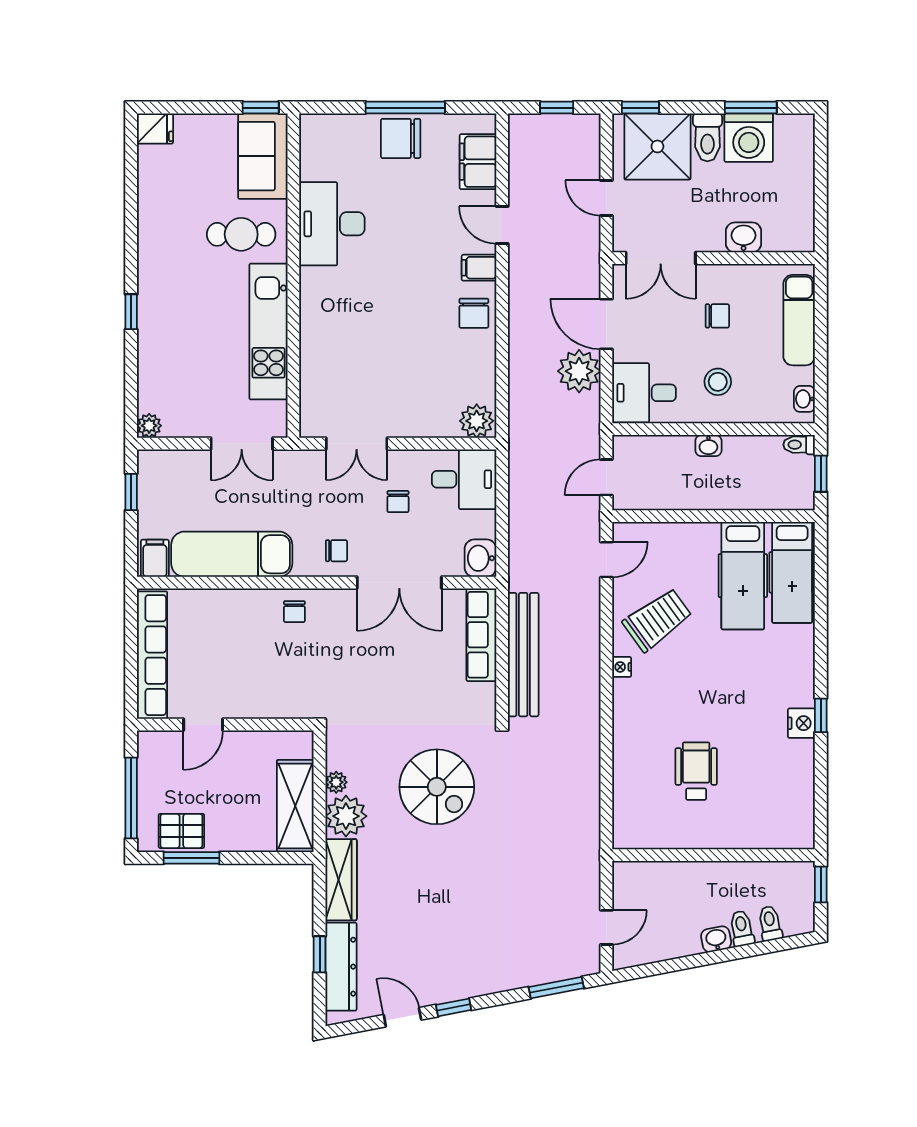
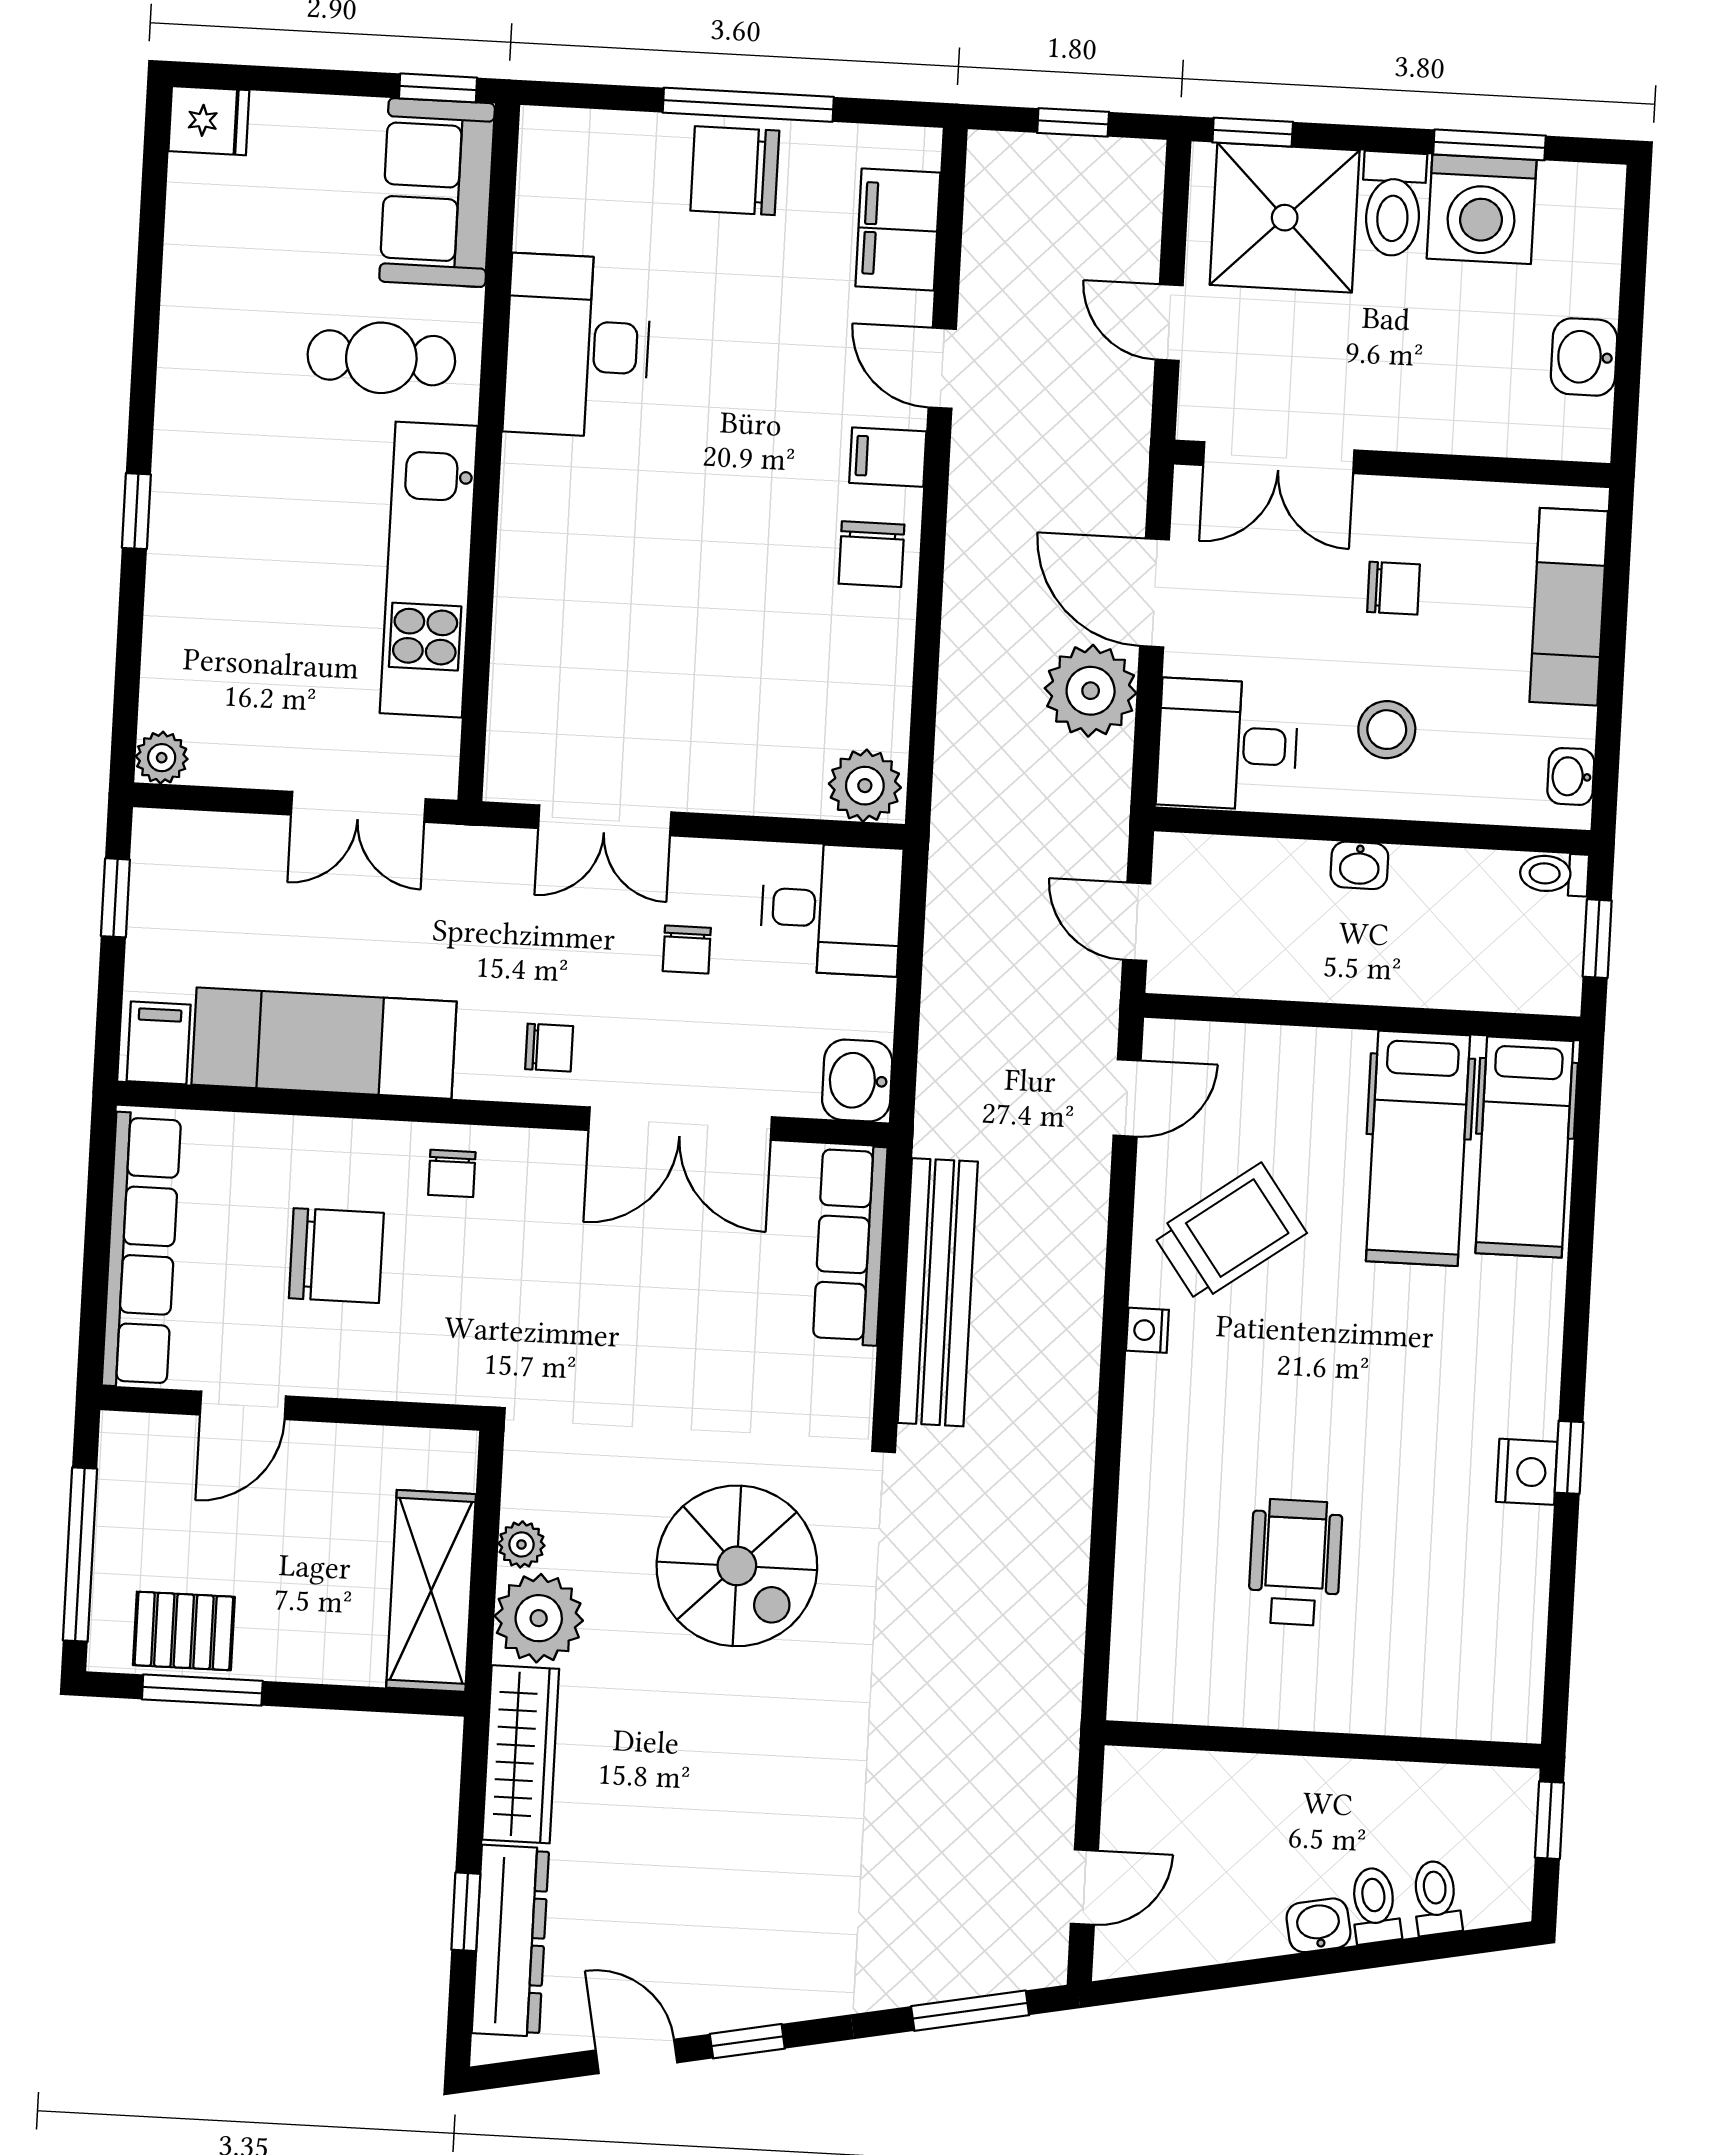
washbasin: (744, 237) -> (1584, 357), moved, turned -90
door: (606, 477) -> (1137, 922), hinge flipped
chair: (243, 653) -> (336, 1256), added

